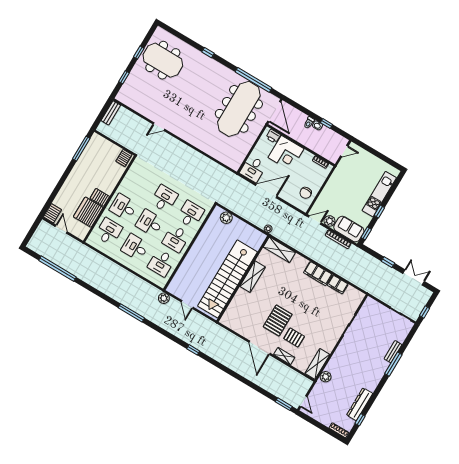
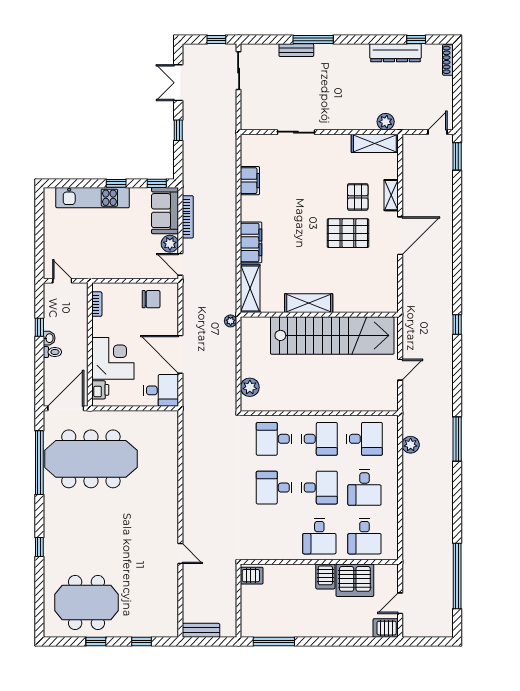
meeting table: (163, 60) -> (86, 602), turned 90
desk: (150, 223) -> (319, 488), turned -90
desk: (109, 231) -> (364, 536), turned -90
filing cabinet: (318, 274) -> (251, 242), moved
plant: (164, 298) -> (411, 445), moved

